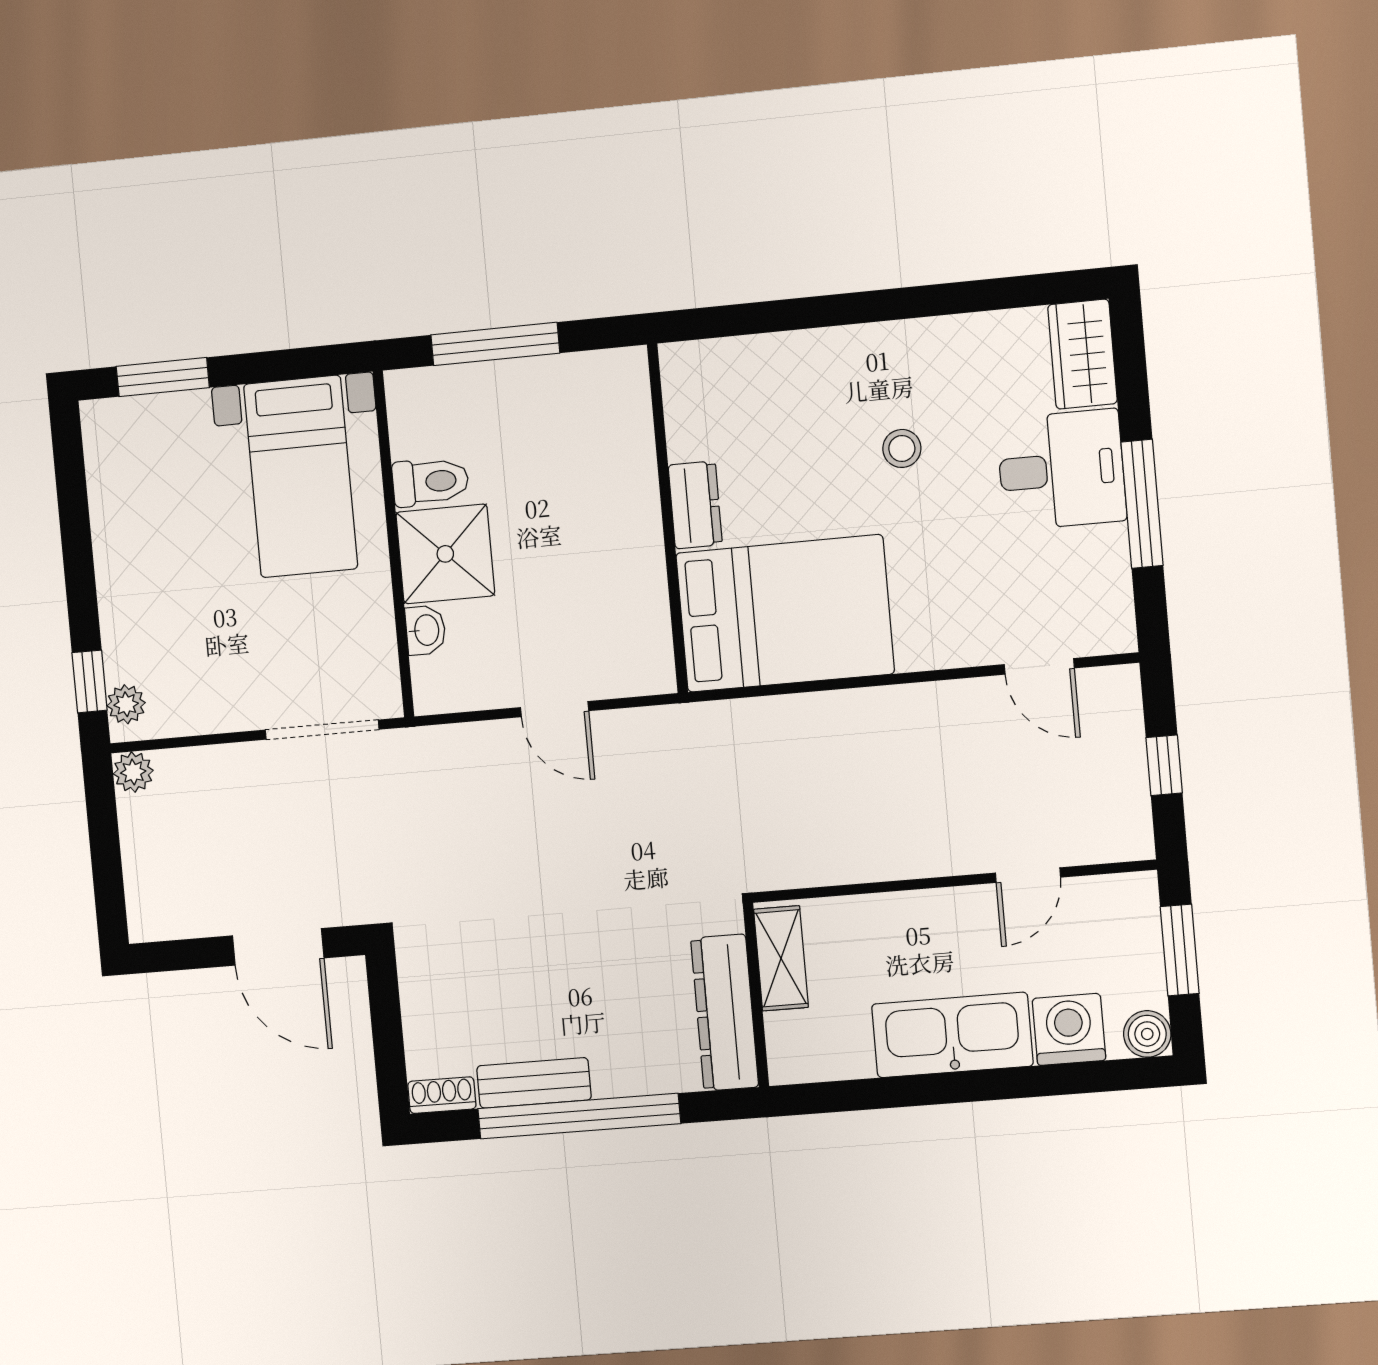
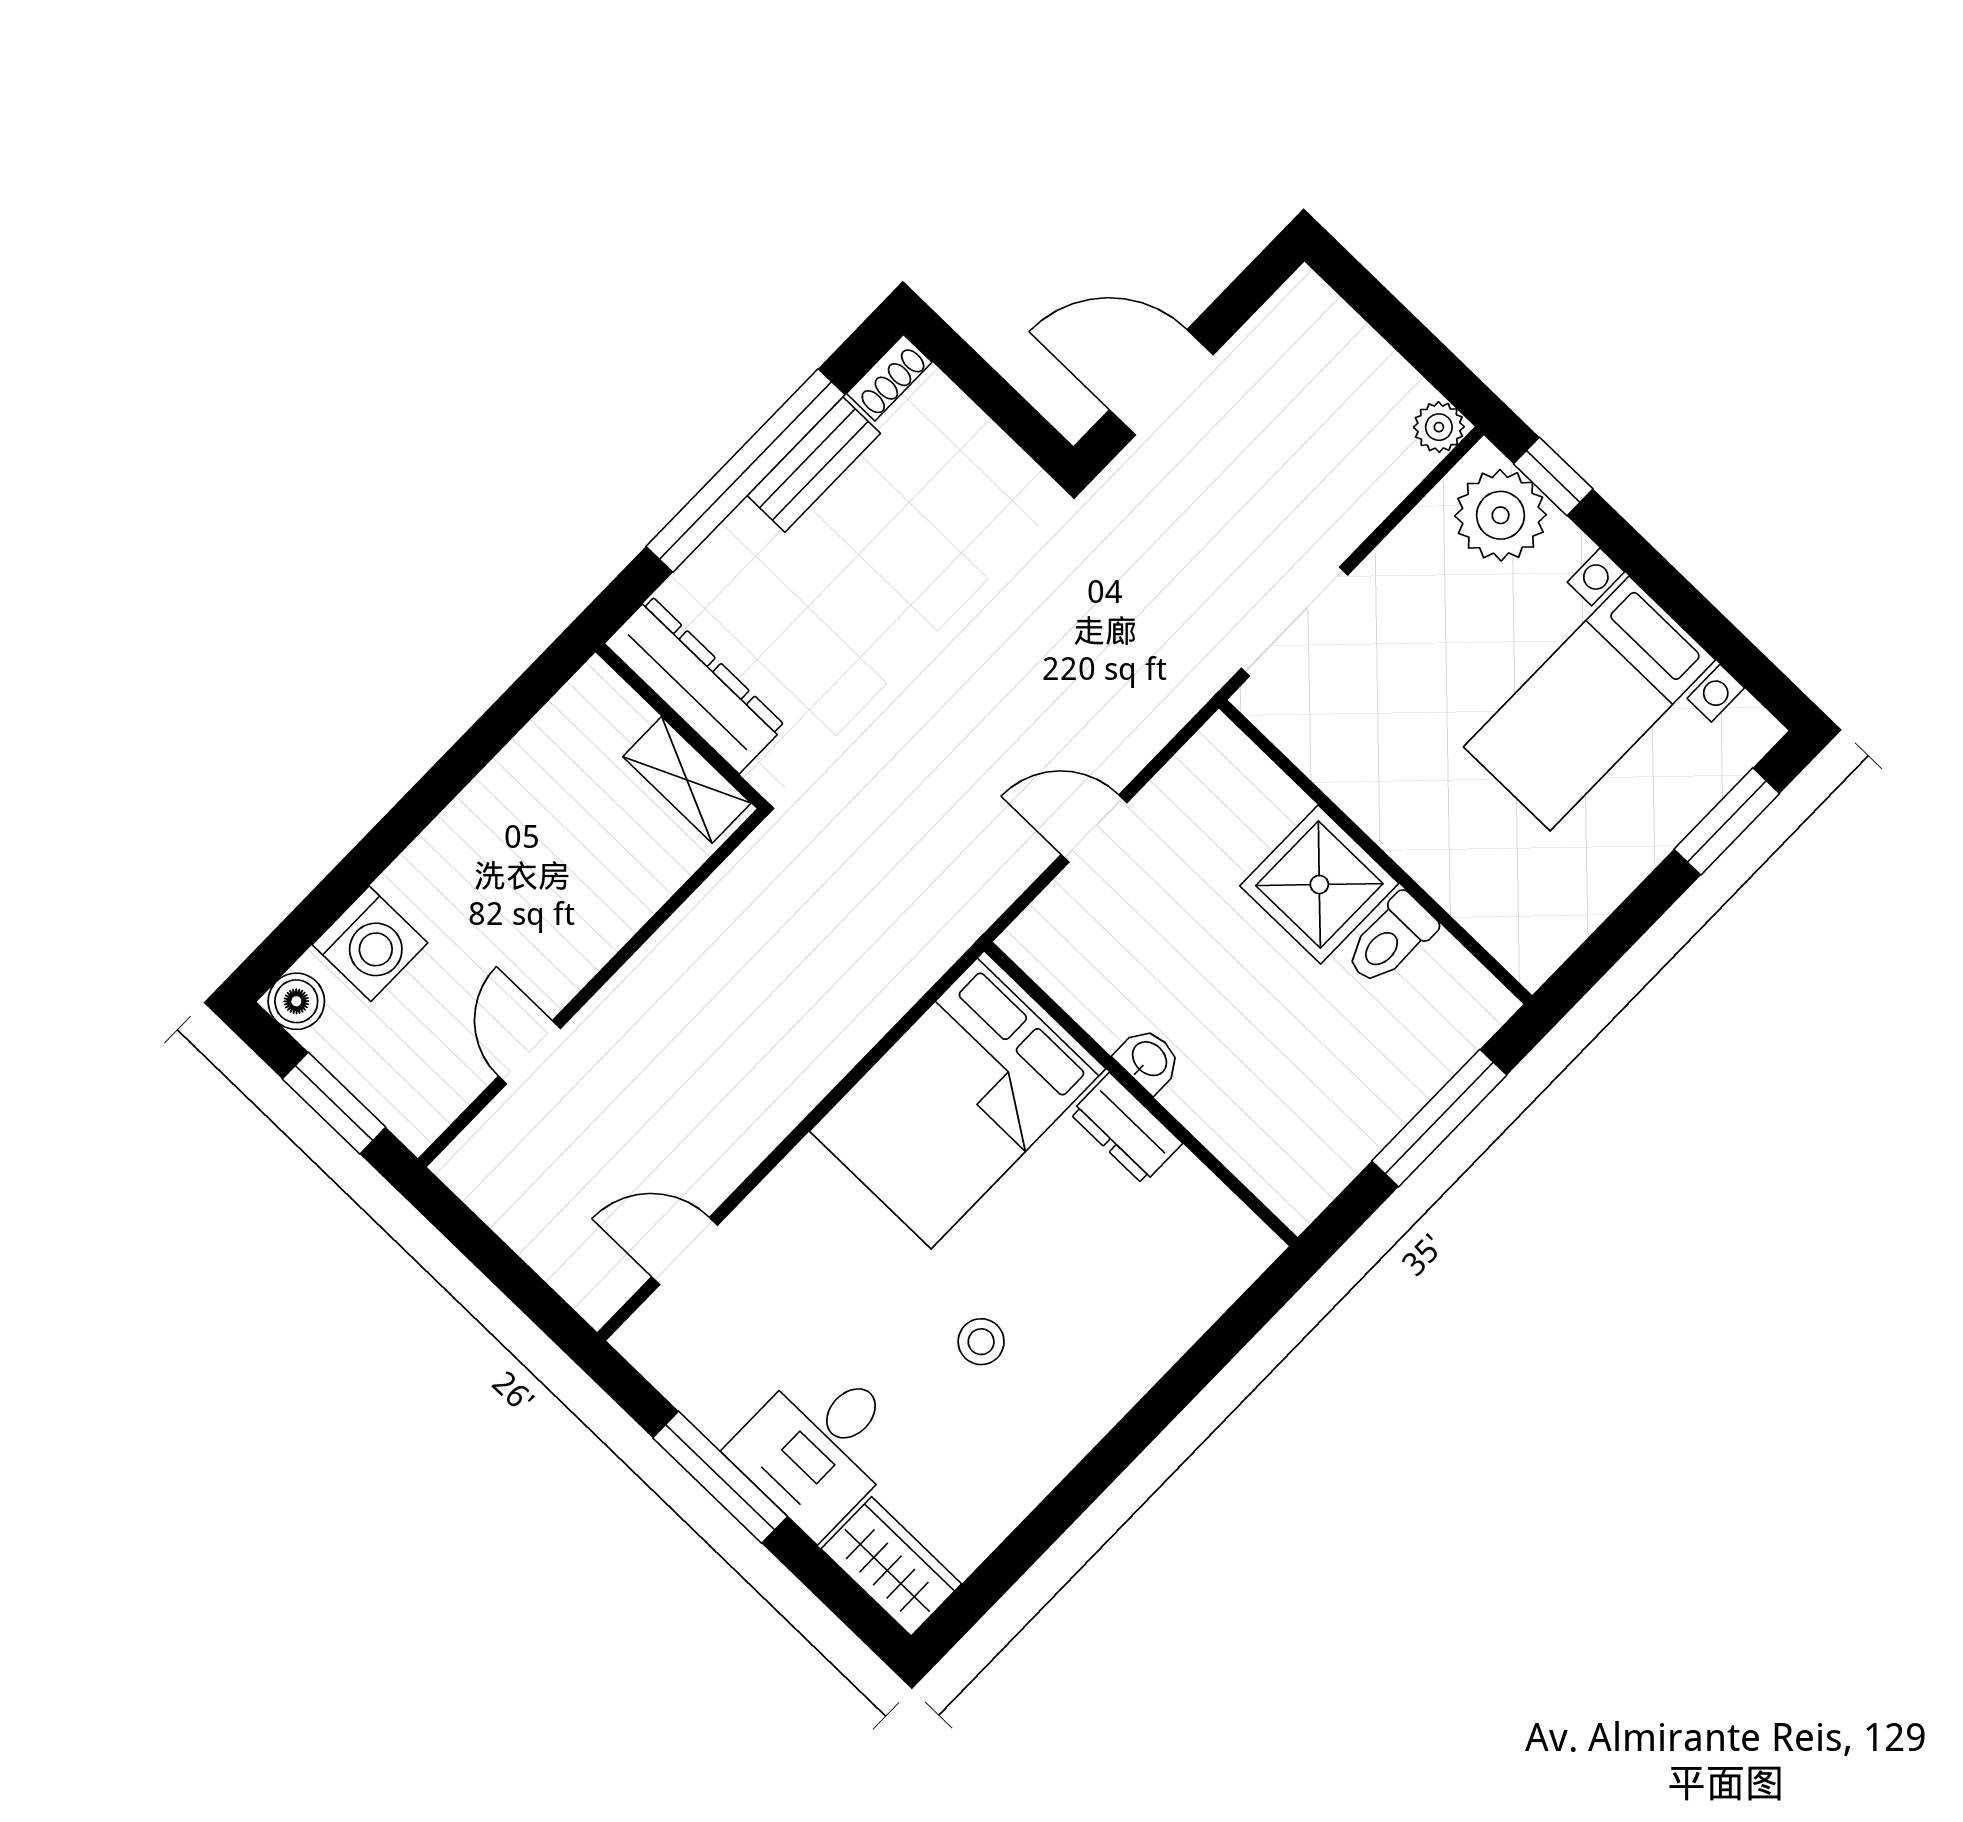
bed with nightstands: (301, 476) -> (1590, 703), moved, turned -90
washbasin: (426, 630) -> (1149, 1060), moved, turned 180
plant: (126, 704) -> (1501, 515), width x1.88, depth x1.88
window: (1164, 765) -> (494, 1258), removed
kitchen sink: (952, 1035) -> (470, 846), removed

